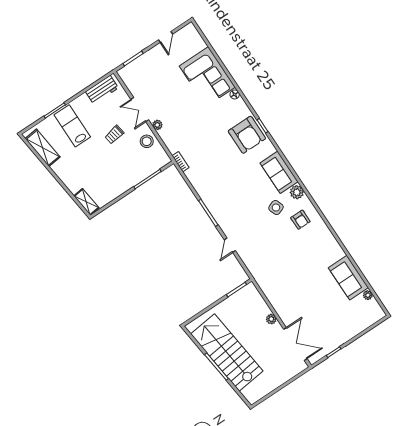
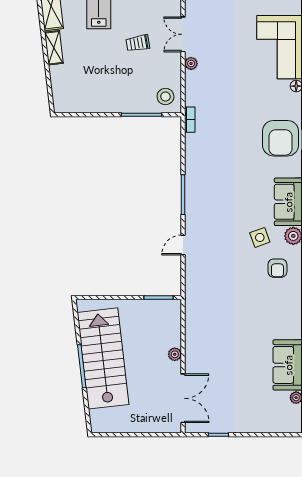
stool: (147, 141) -> (165, 96), moved
shelving: (86, 202) -> (54, 48), moved

